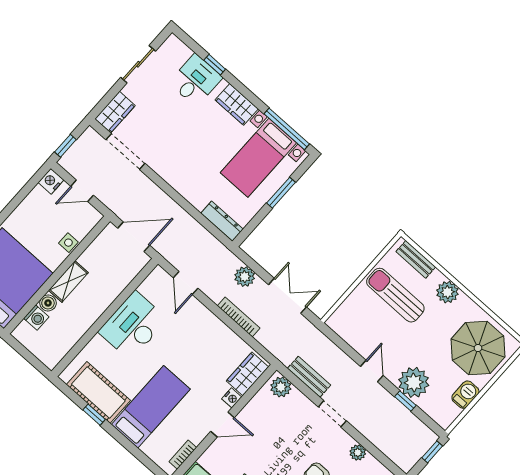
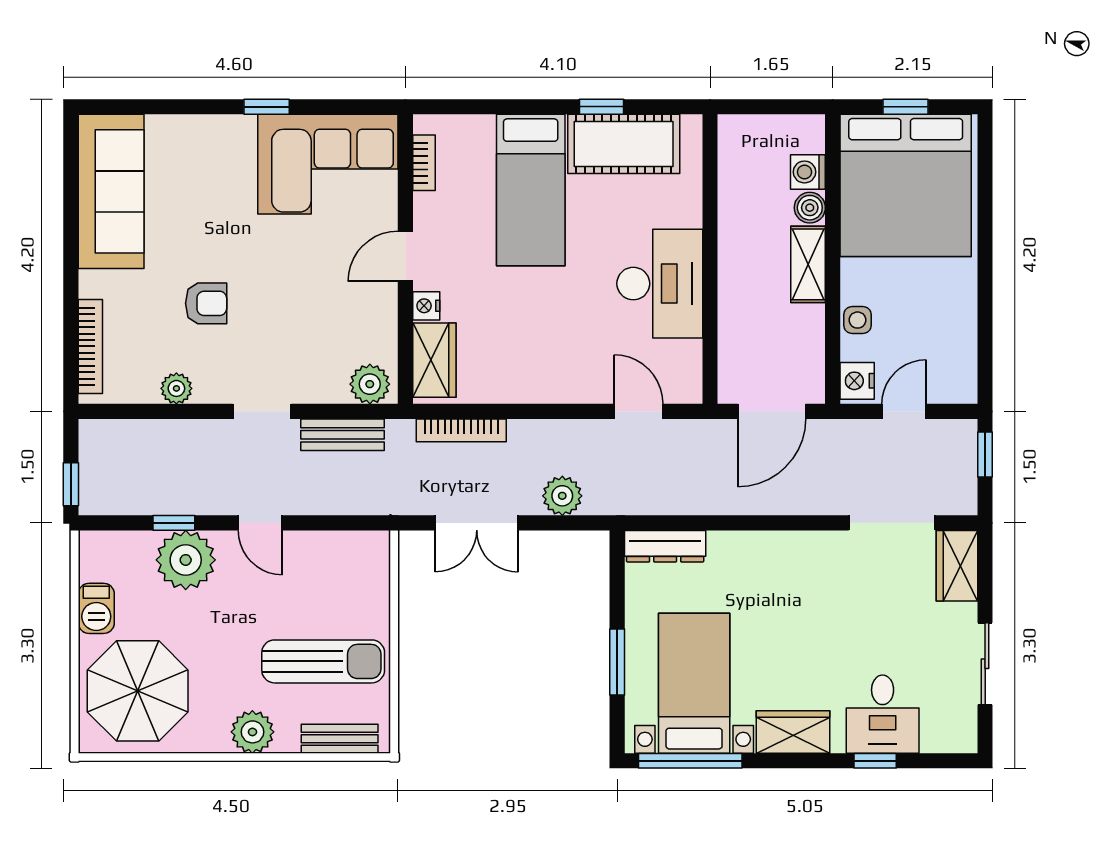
nightstand: (51, 181) -> (857, 381), moved, turned 180
bookcase: (239, 317) -> (461, 430), moved

